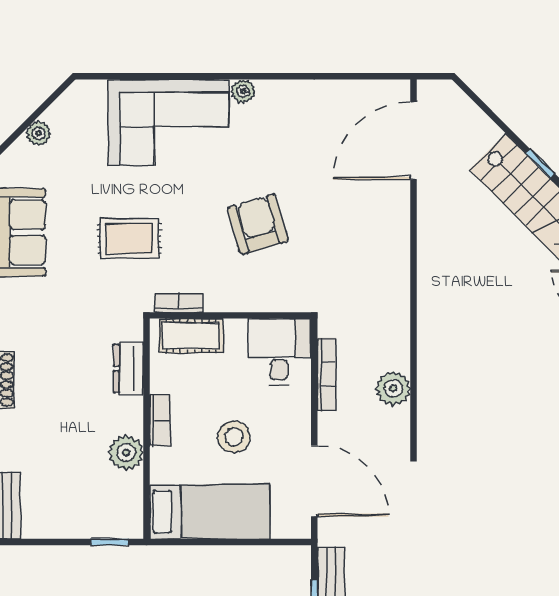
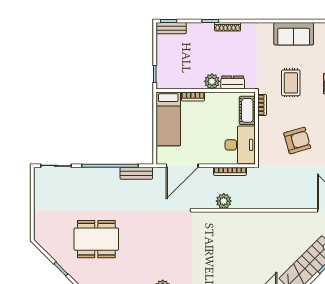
desk: (279, 352) -> (240, 145), width x1.37
bookcase: (160, 420) -> (193, 97), moved
stool: (234, 437) -> (202, 130), removed
plant: (126, 452) -> (212, 81), moved

